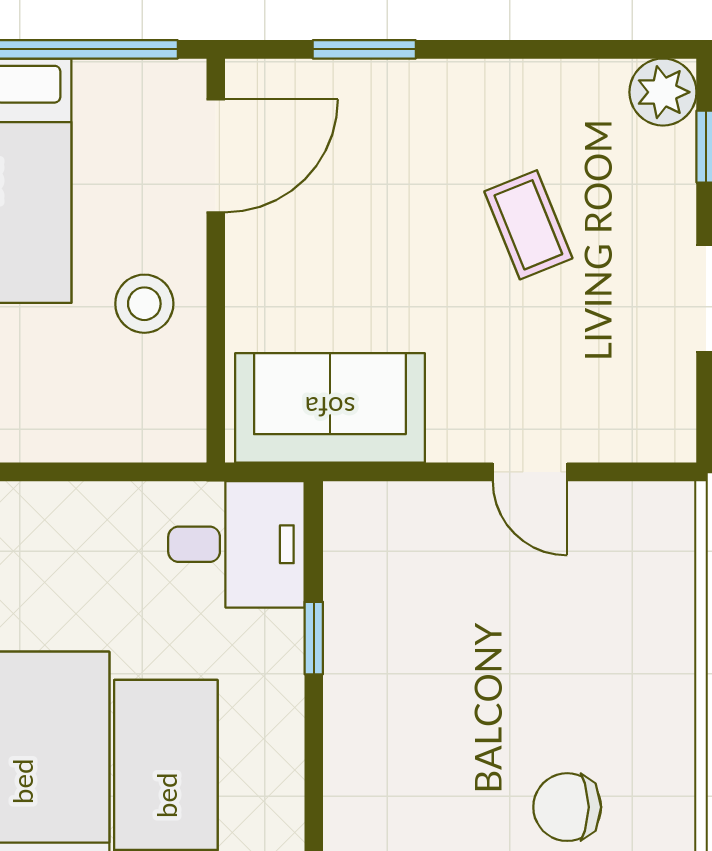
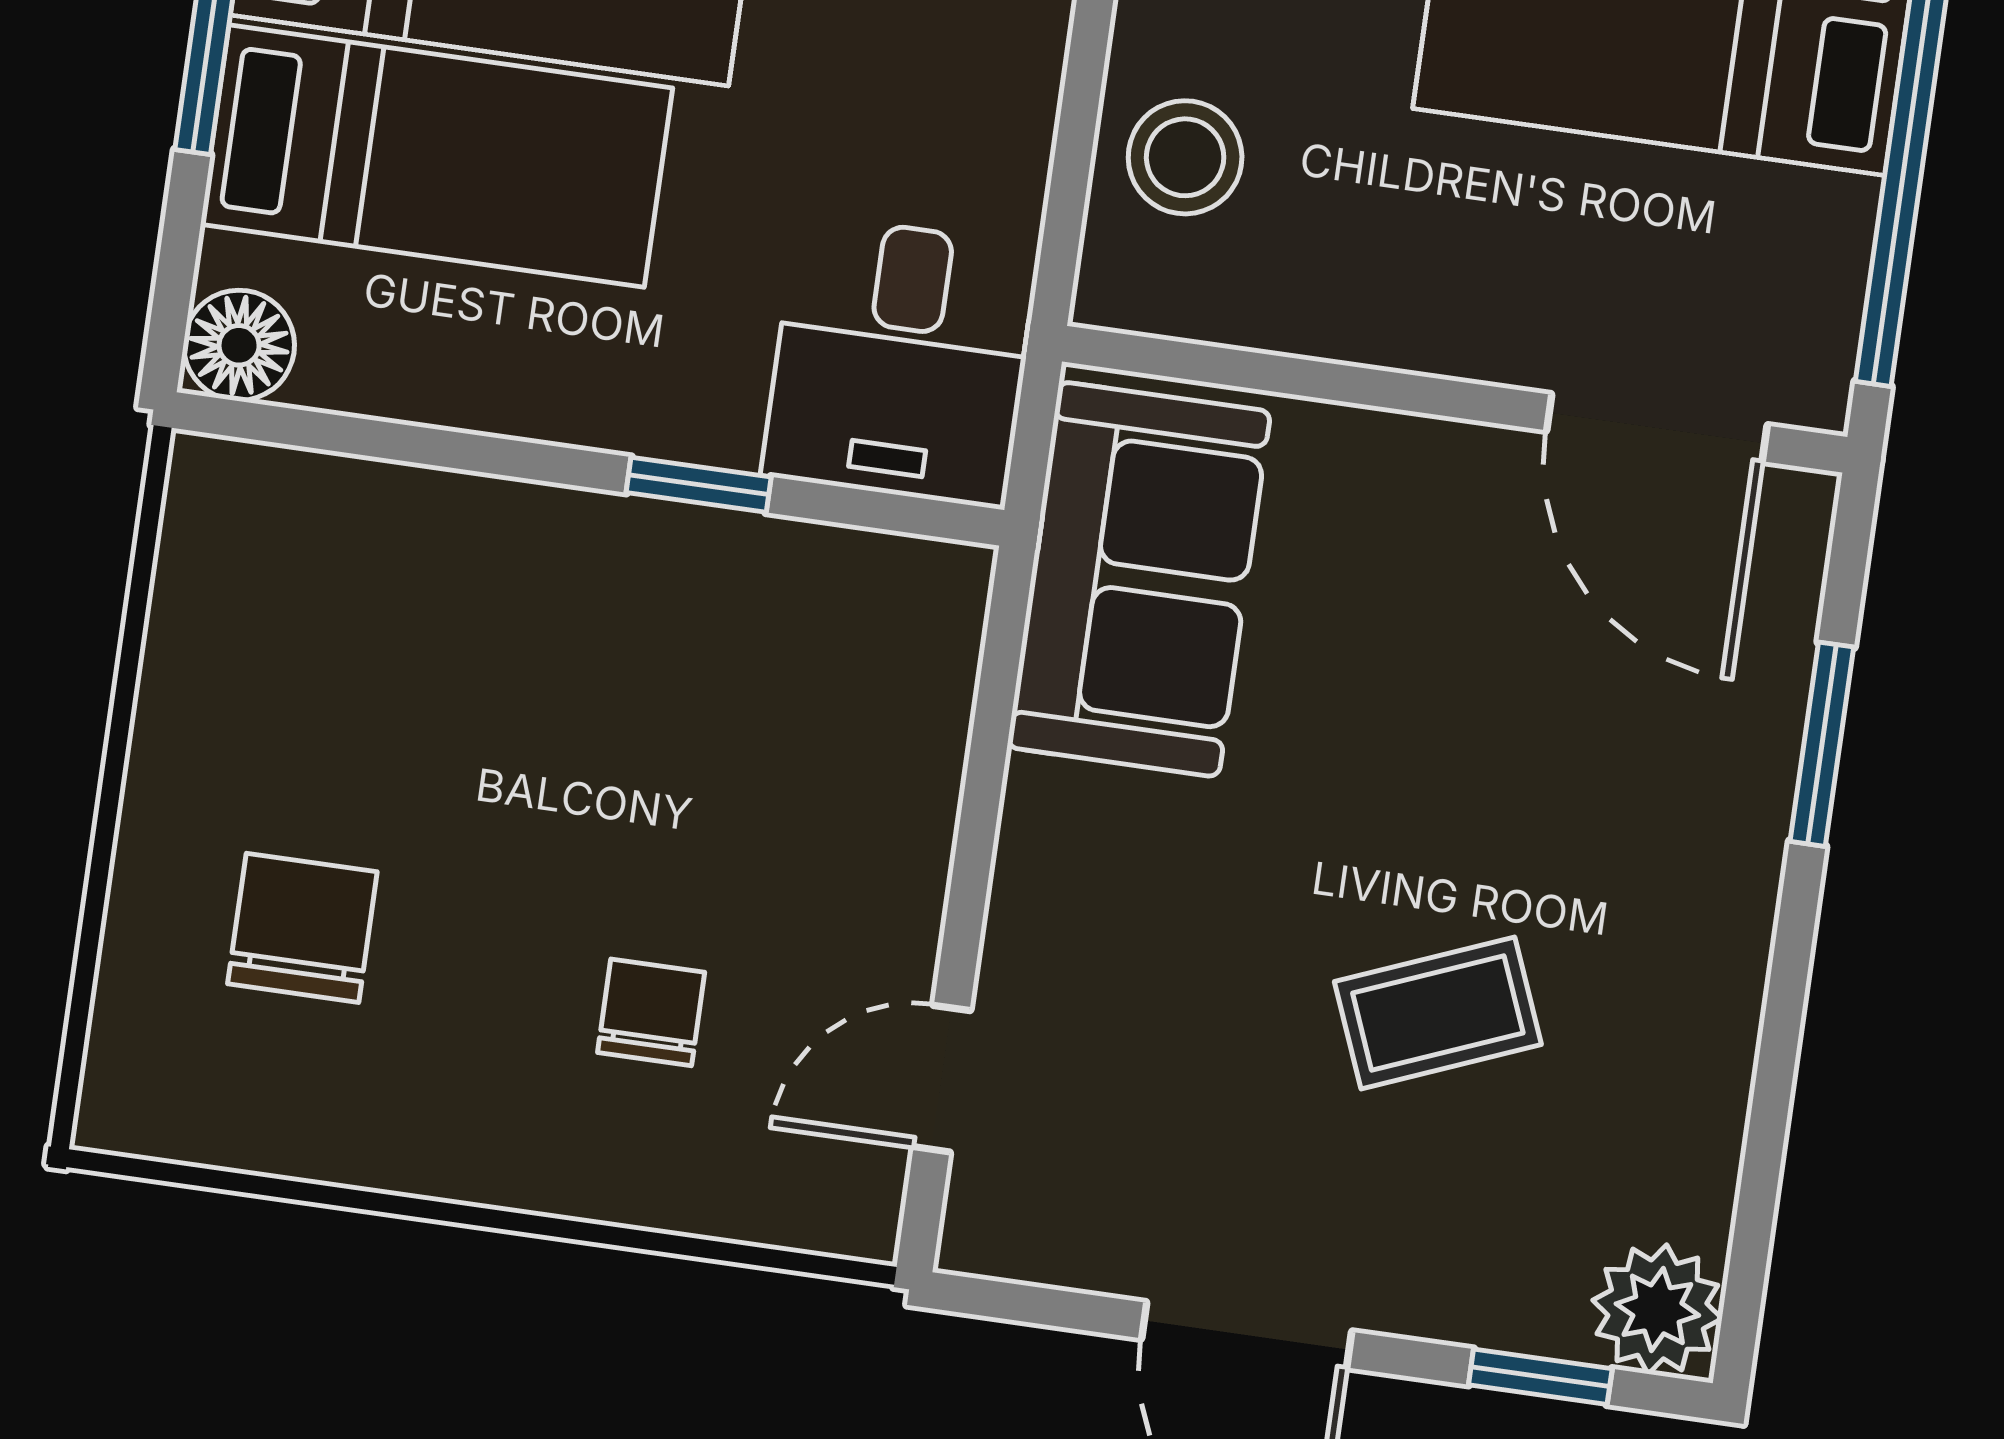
stool: (144, 304) -> (1185, 157), moved
door: (530, 472) -> (942, 1079), moved
chair: (585, 624) -> (651, 1012), added

